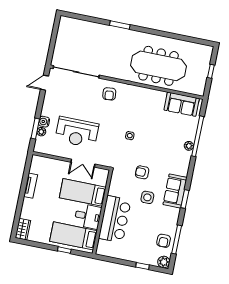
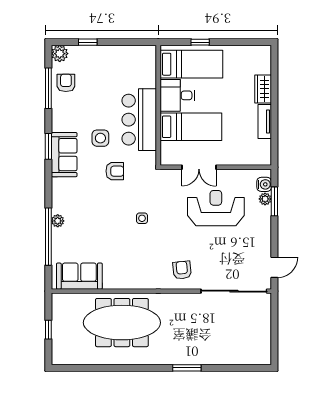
water cooler: (44, 122) -> (264, 184), moved
double door: (83, 163) -> (199, 167), swing flipped
bar counter: (115, 219) -> (139, 120), moved
wardrobe: (23, 229) -> (263, 89), moved

